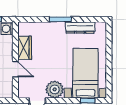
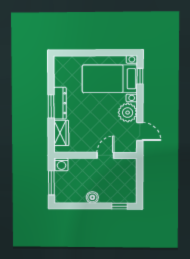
dresser: (80, 28) -> (60, 103), moved
wardrobe: (25, 48) -> (61, 133), moved, turned 90

